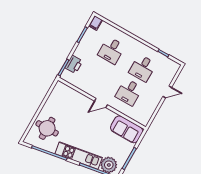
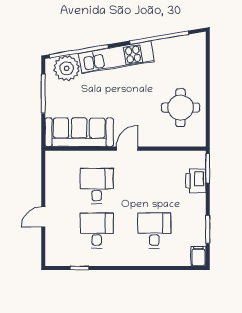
round table: (47, 128) -> (181, 108), moved
sofa: (127, 129) -> (79, 132), width x1.36

